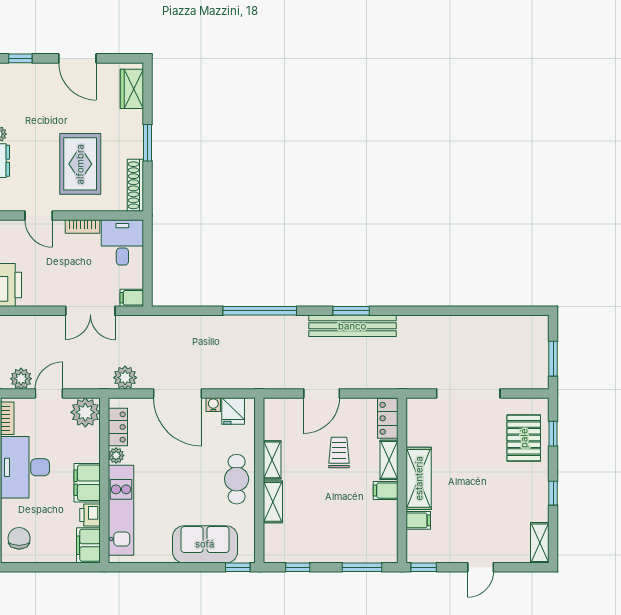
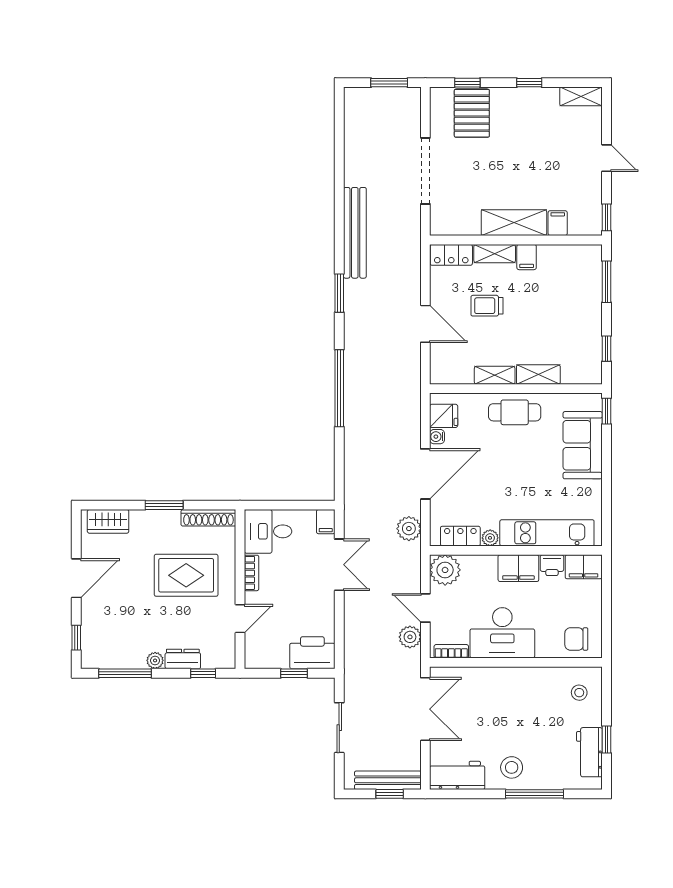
bench: (352, 326) -> (355, 233), moved
pallet: (524, 438) -> (472, 113), turned 90

